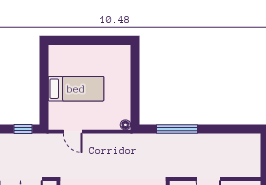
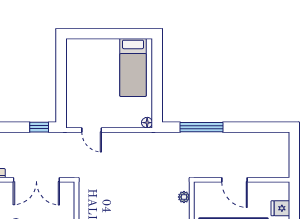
bed: (76, 89) -> (133, 67), moved, turned 90

